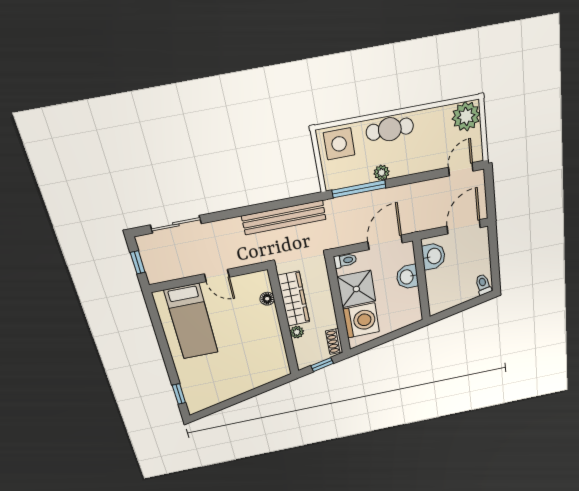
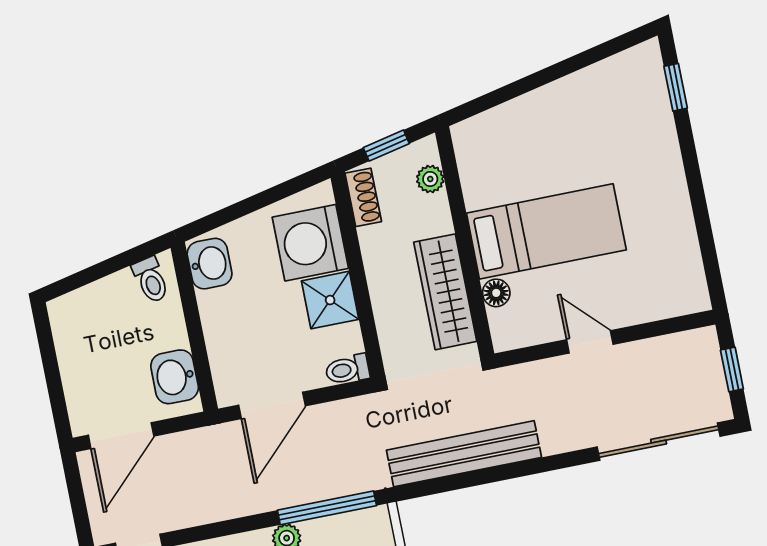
sliding door: (176, 224) -> (659, 442), width x1.37
washbasin: (407, 277) -> (210, 264), moved
toilet: (483, 285) -> (151, 280), moved
shower: (356, 289) -> (330, 300), width x0.73, depth x0.73
bed: (191, 322) -> (546, 231), moved, turned 90
plant: (297, 332) -> (430, 179), moved

